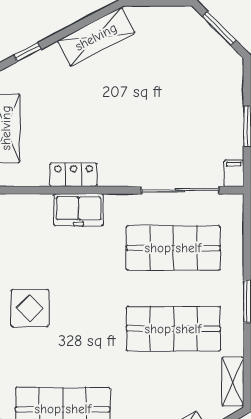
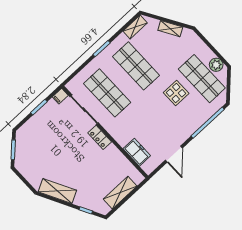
locker: (74, 175) -> (100, 137), moved
freezer: (78, 210) -> (137, 152), moved
display table: (30, 308) -> (176, 93), moved

